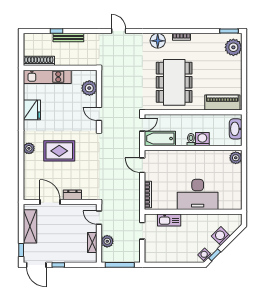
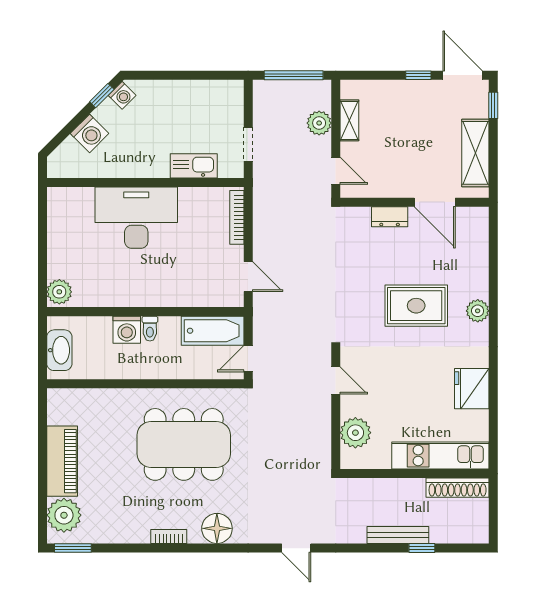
dining table: (174, 82) -> (184, 444), turned 90
piano: (222, 103) -> (62, 461), moved, turned -90

